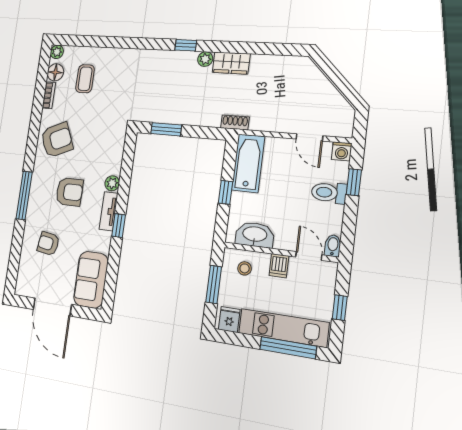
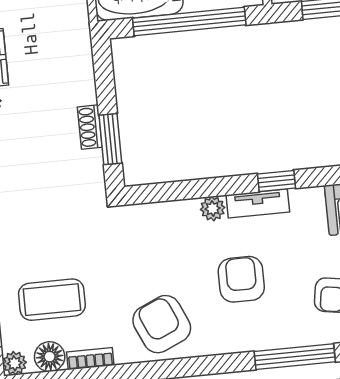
coffee table: (85, 79) -> (52, 300), width x1.36, depth x1.30
shoe rack: (235, 123) -> (90, 127), moved
window: (225, 192) -> (189, 22), width x3.17
window: (24, 195) -> (295, 357), moved

